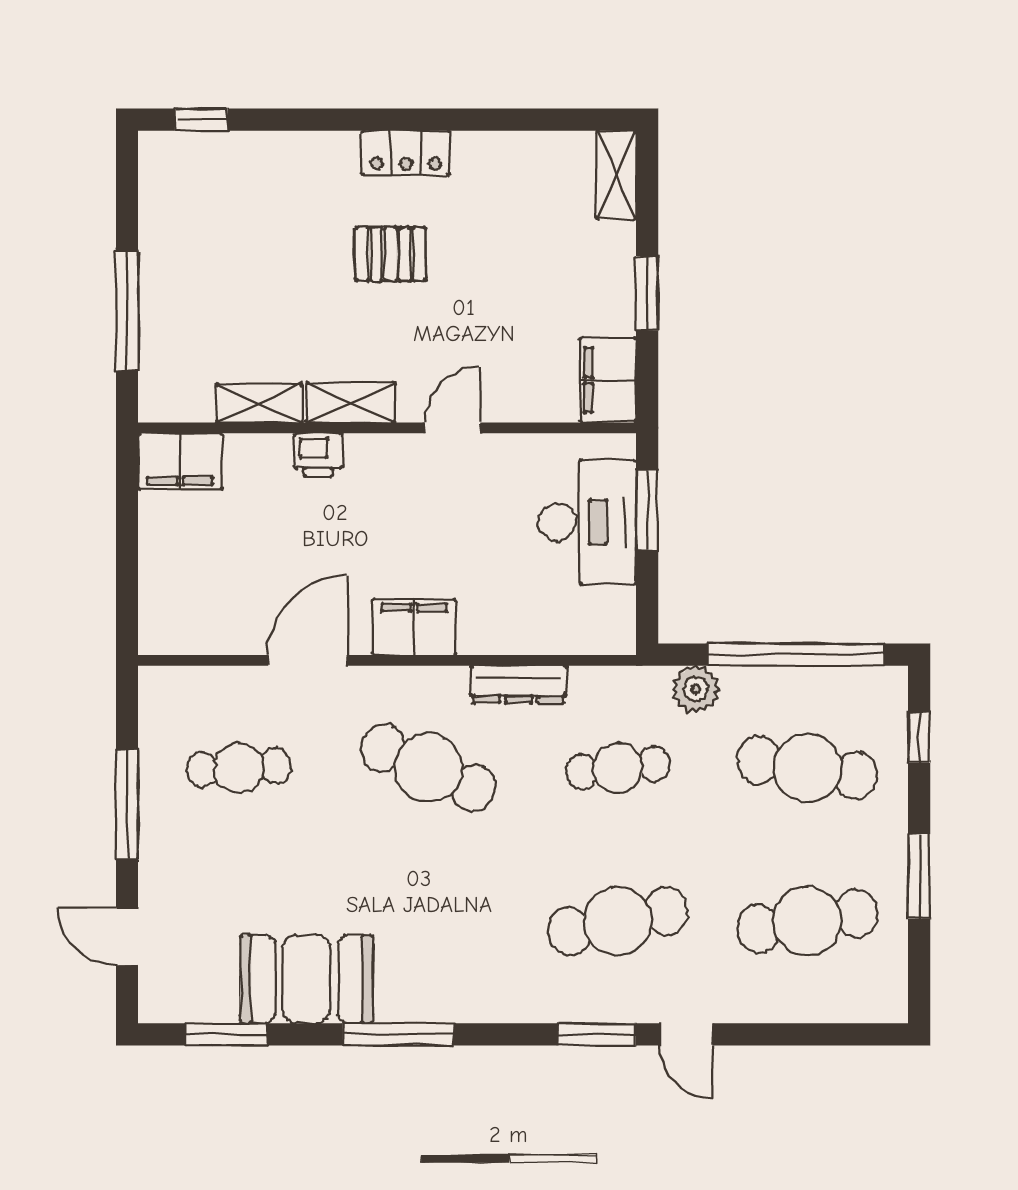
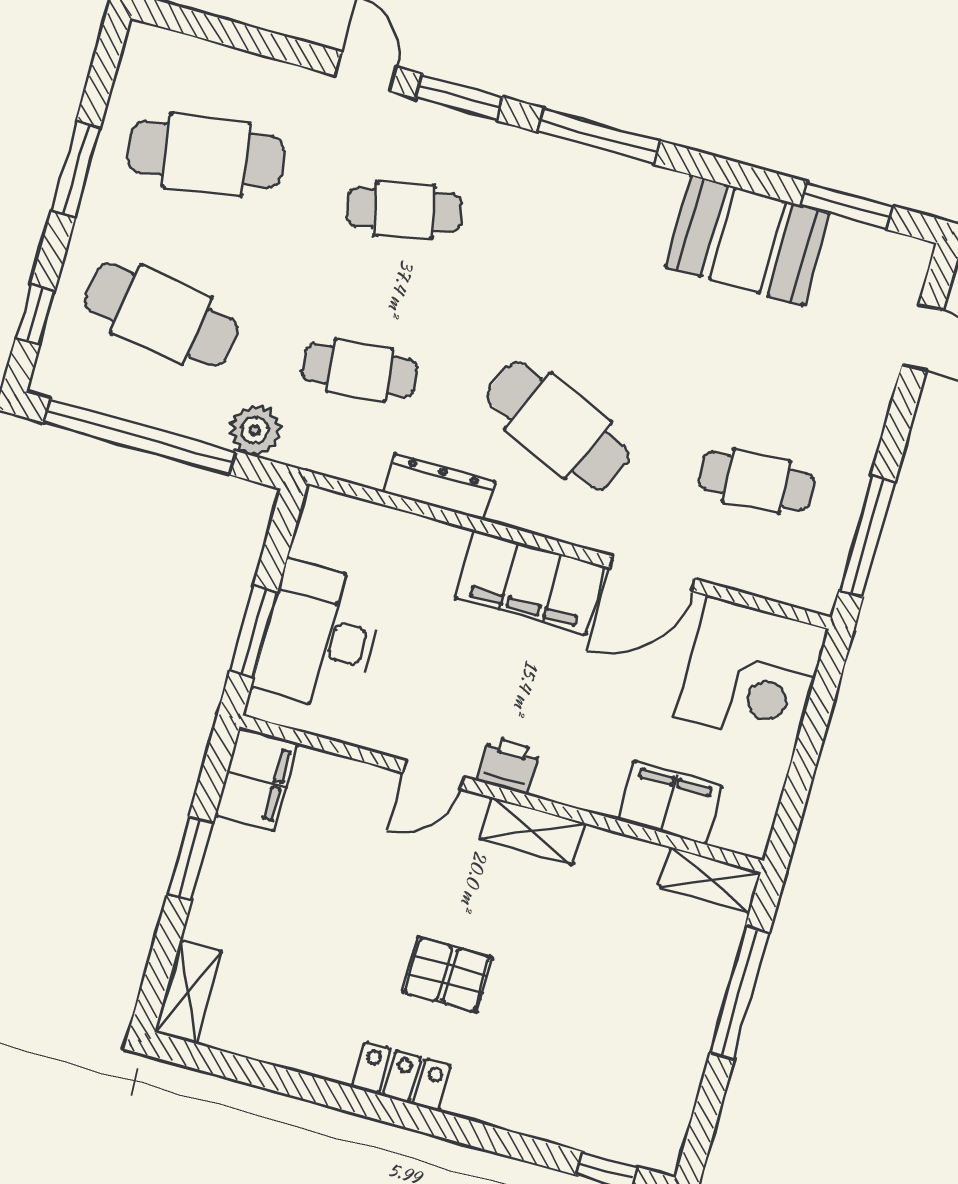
shelving: (259, 403) -> (710, 880), moved
printer: (318, 455) -> (509, 765), moved
filing cabinet: (180, 461) -> (670, 803), moved
corner desk: (196, 597) -> (751, 673), added
filing cabinet: (414, 627) -> (530, 582), width x1.50, depth x1.17
window: (127, 805) -> (867, 536), moved
cafe table: (618, 921) -> (404, 210), width x0.73, depth x0.74
window: (398, 1034) -> (598, 136), moved

